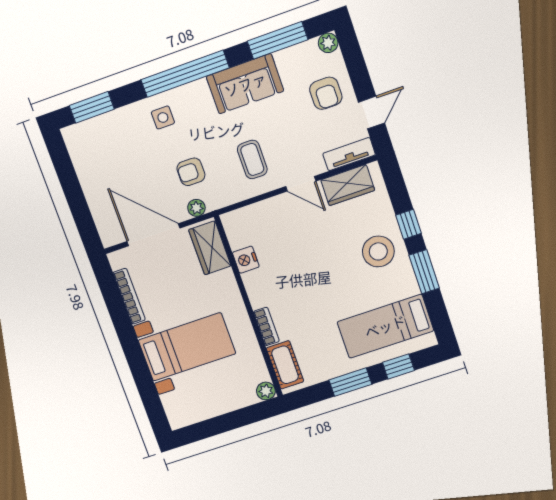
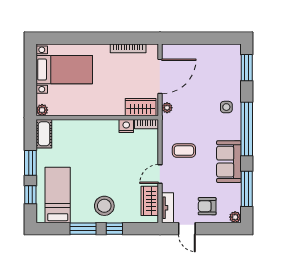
armchair: (191, 172) -> (189, 112), removed
bookcase: (266, 326) -> (146, 124), moved
bed with nightstands: (187, 347) -> (64, 70), moved, turned -90
cot: (285, 365) -> (44, 134), moved, turned 90

